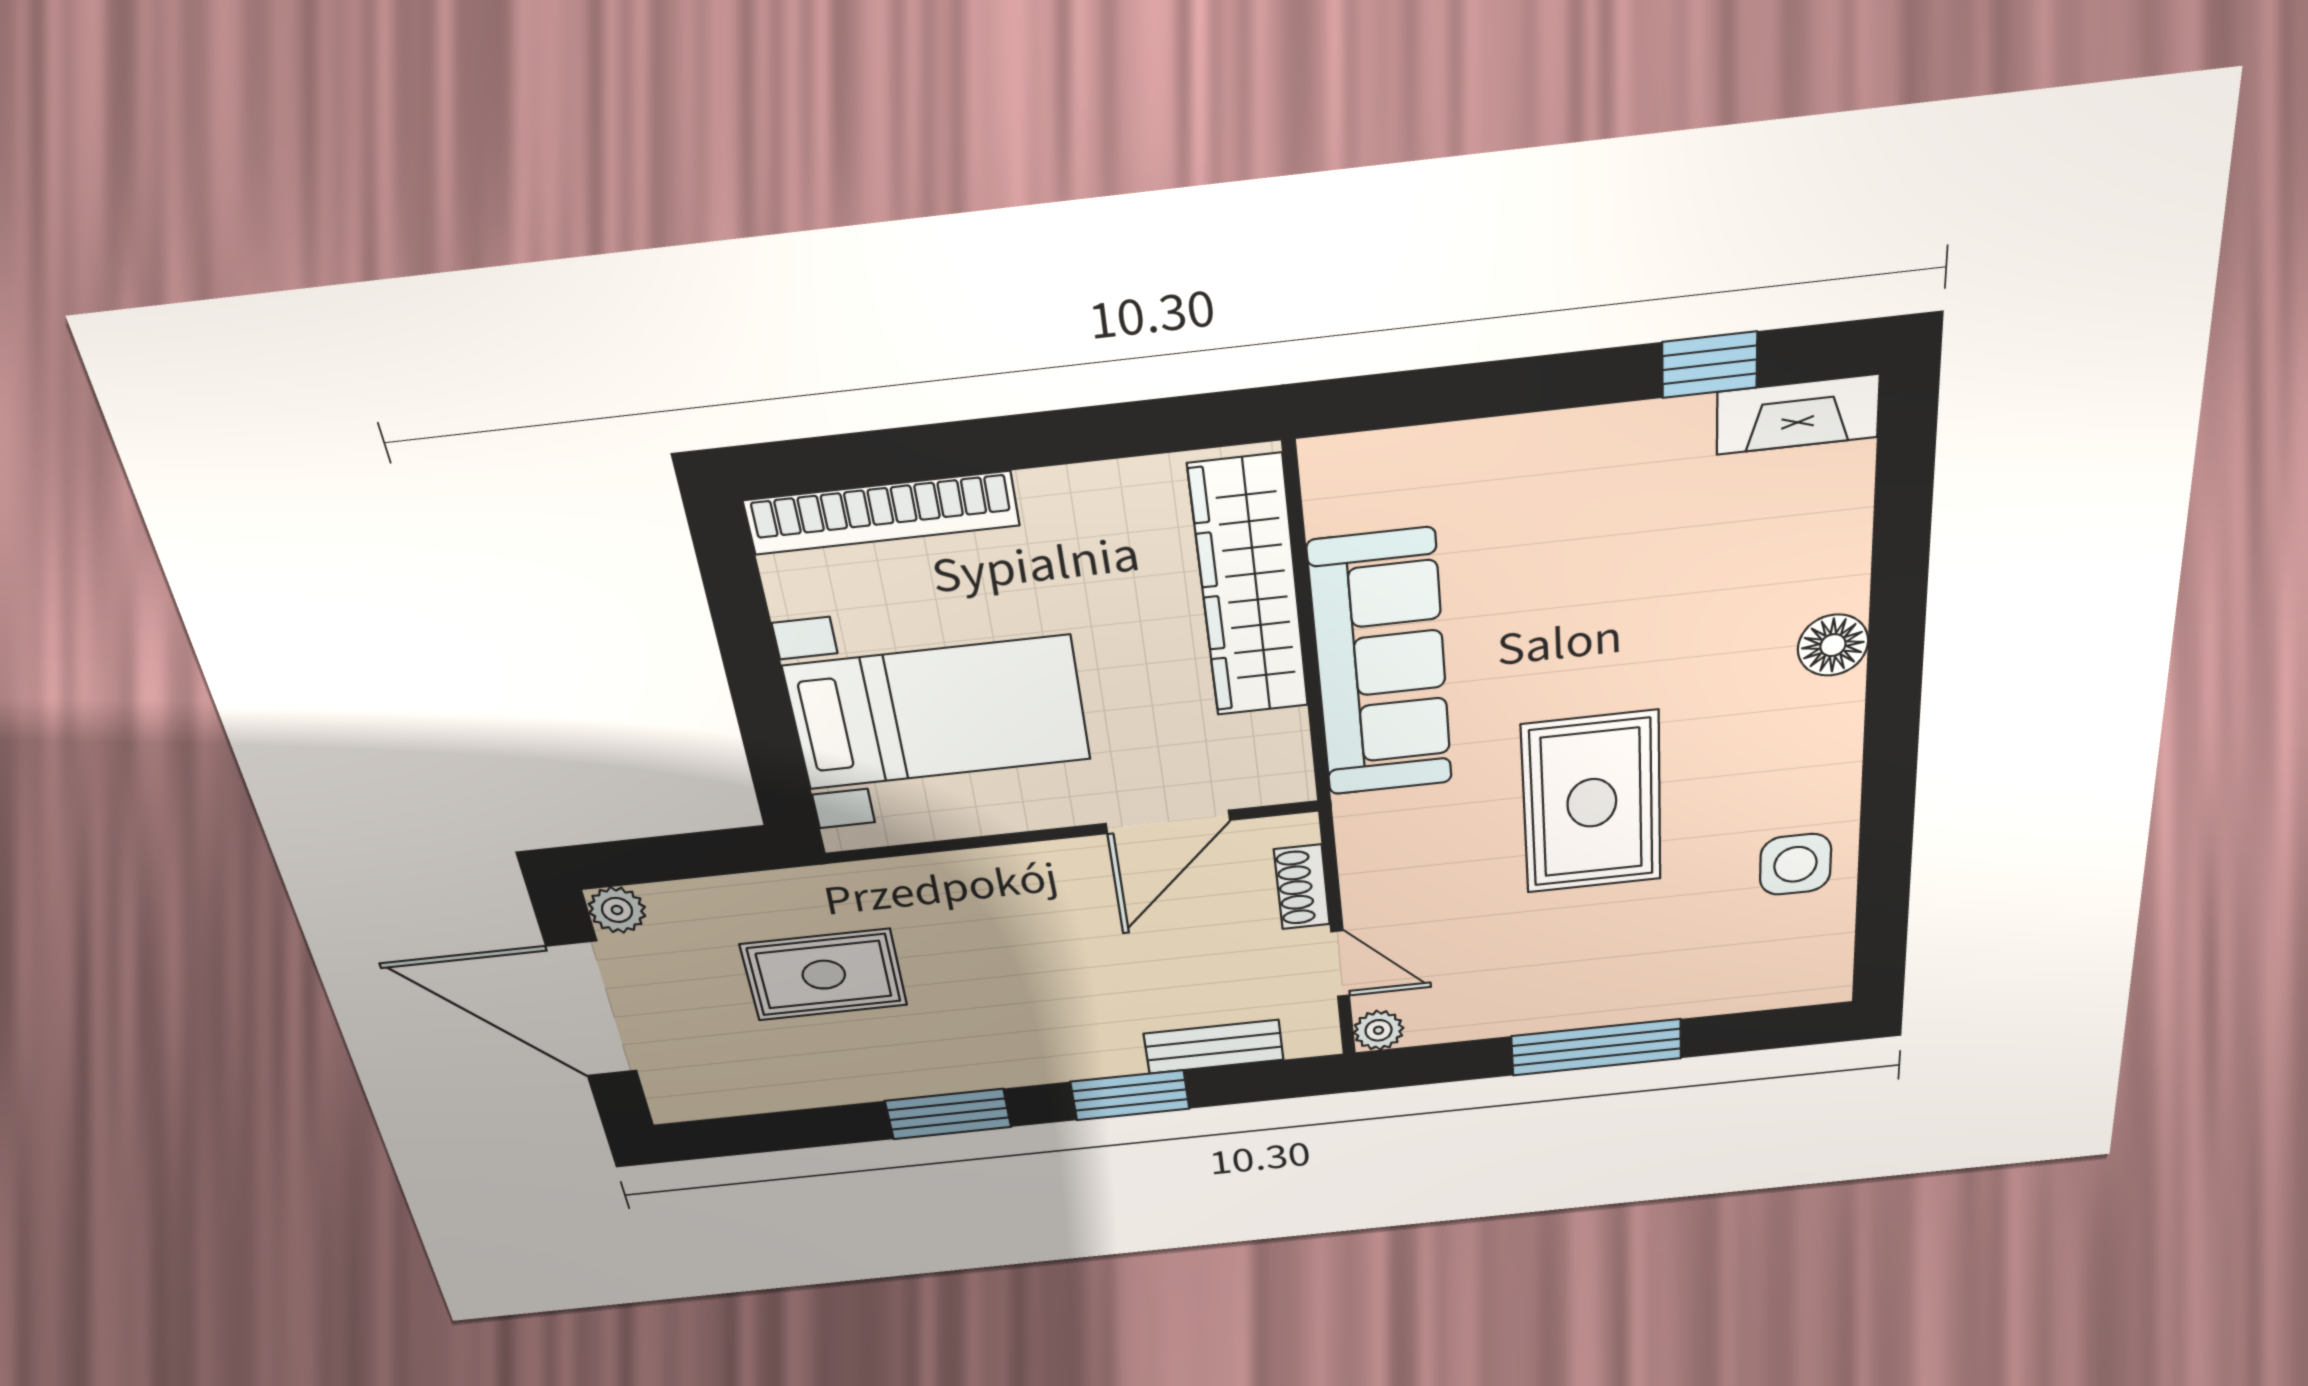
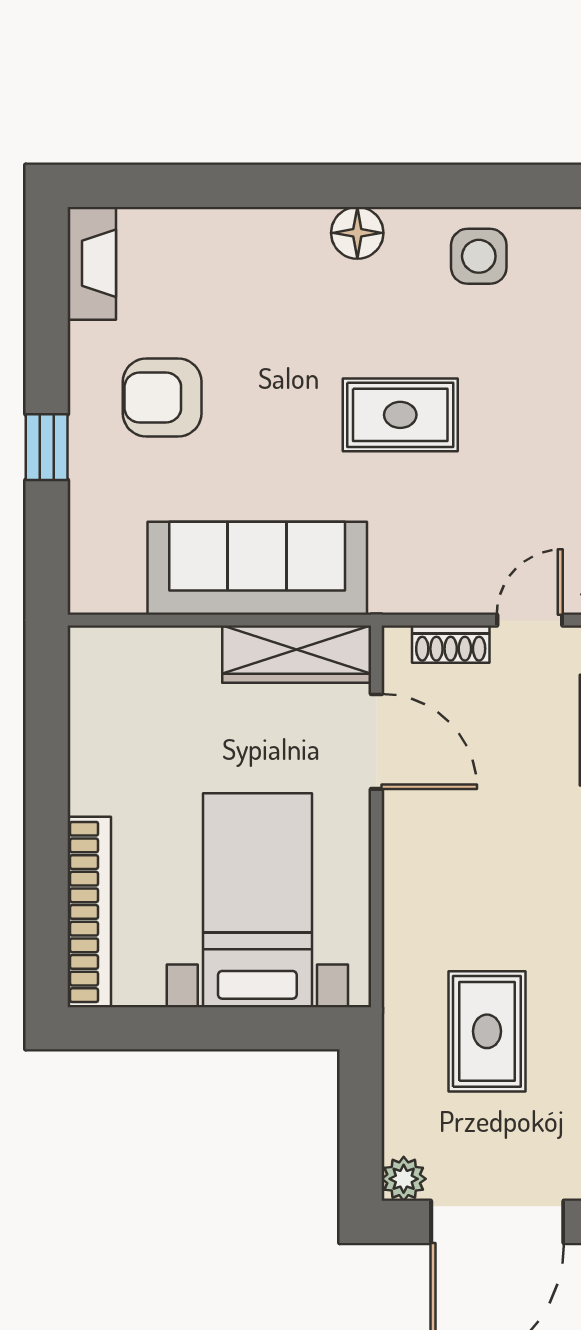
window: (1710, 365) -> (47, 447), moved
armchair: (1608, 525) -> (162, 398), added
wardrobe: (1249, 587) -> (297, 654), moved, width x0.71, depth x0.85
floor lamp: (1833, 645) -> (357, 233), moved
rug: (1592, 803) -> (400, 415), width x0.73, depth x0.70

